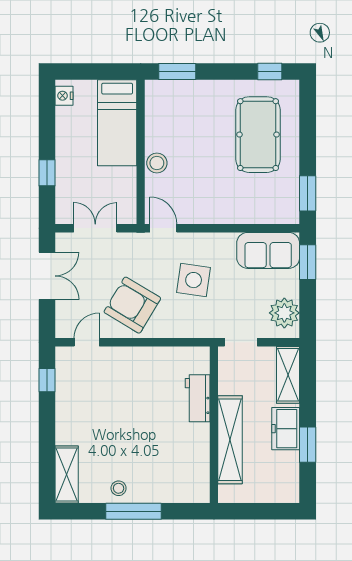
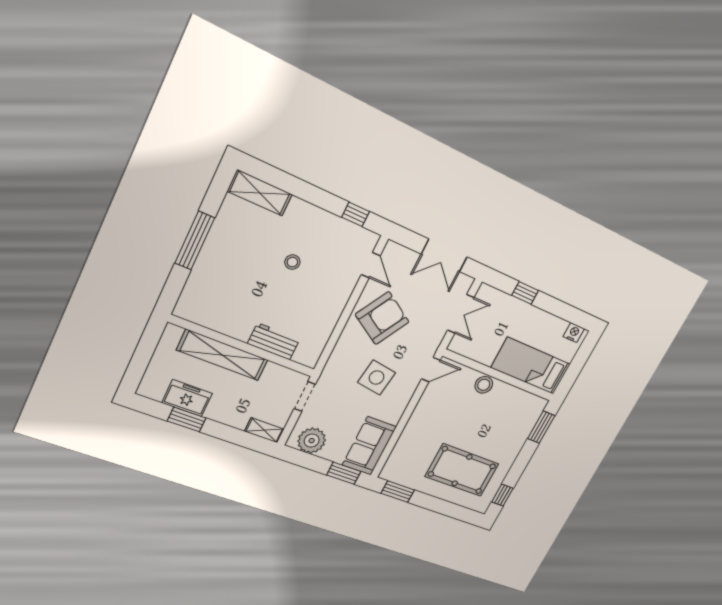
shelving: (288, 375) -> (264, 430), width x0.67, depth x0.75
freezer: (286, 429) -> (187, 398), moved
stool: (119, 488) -> (292, 262), moved

